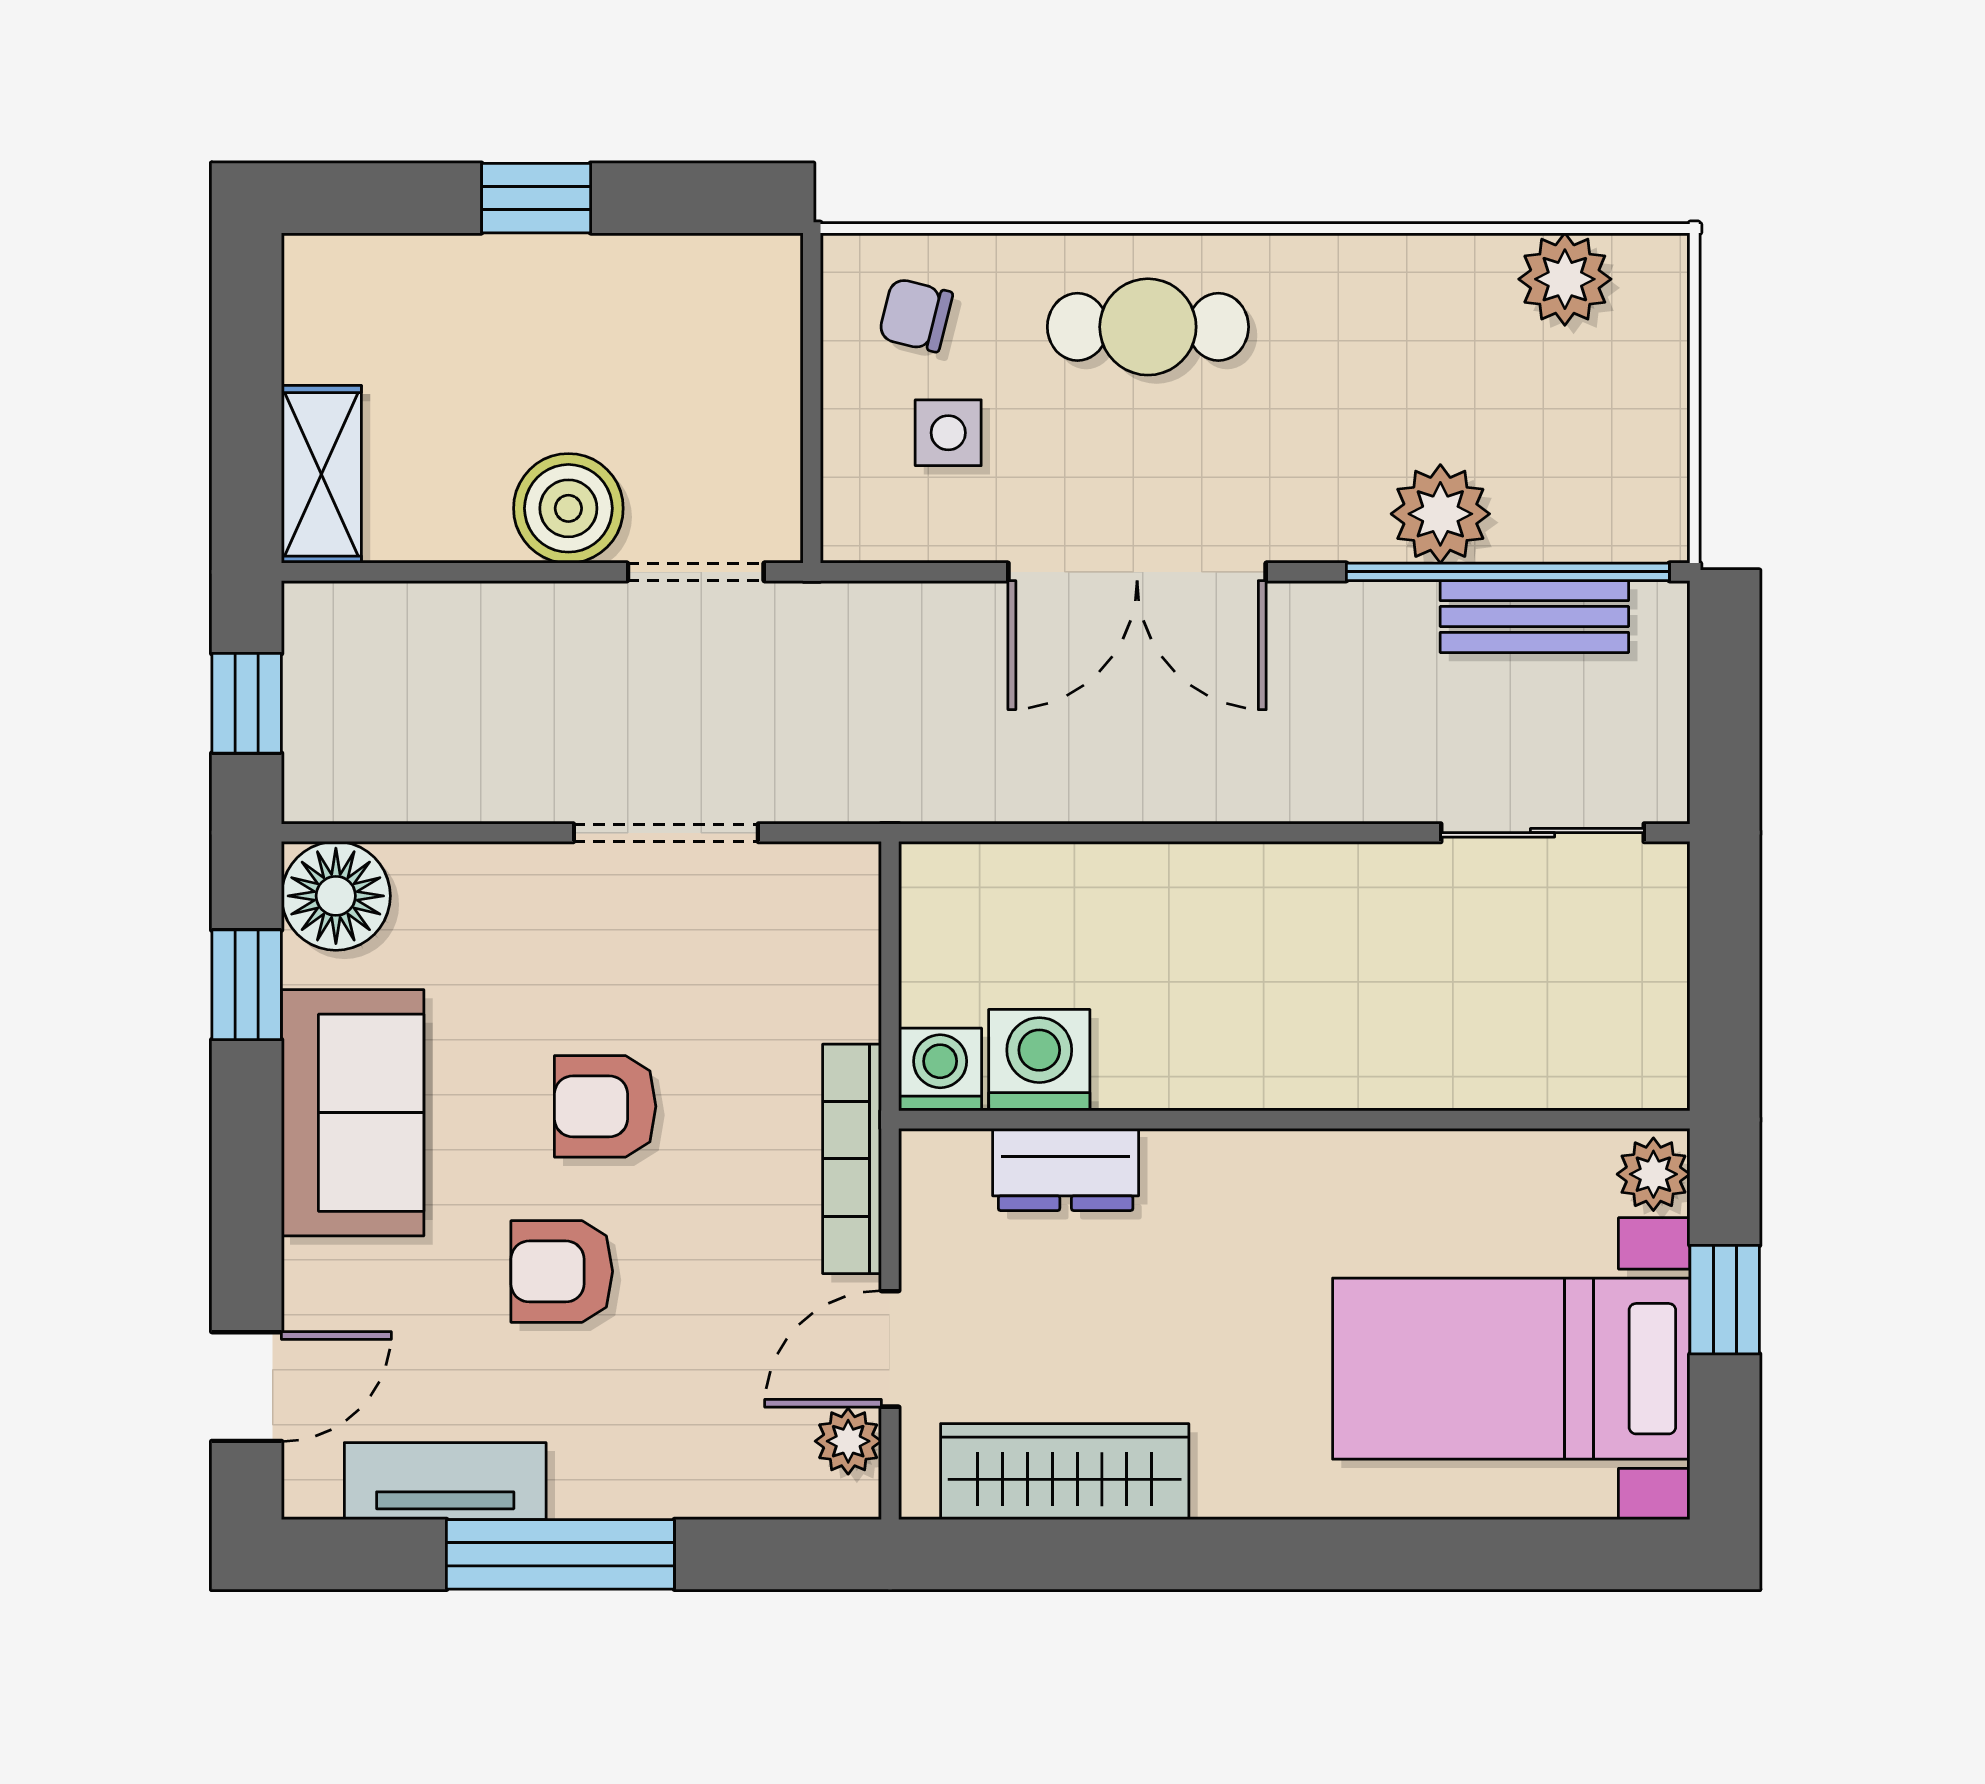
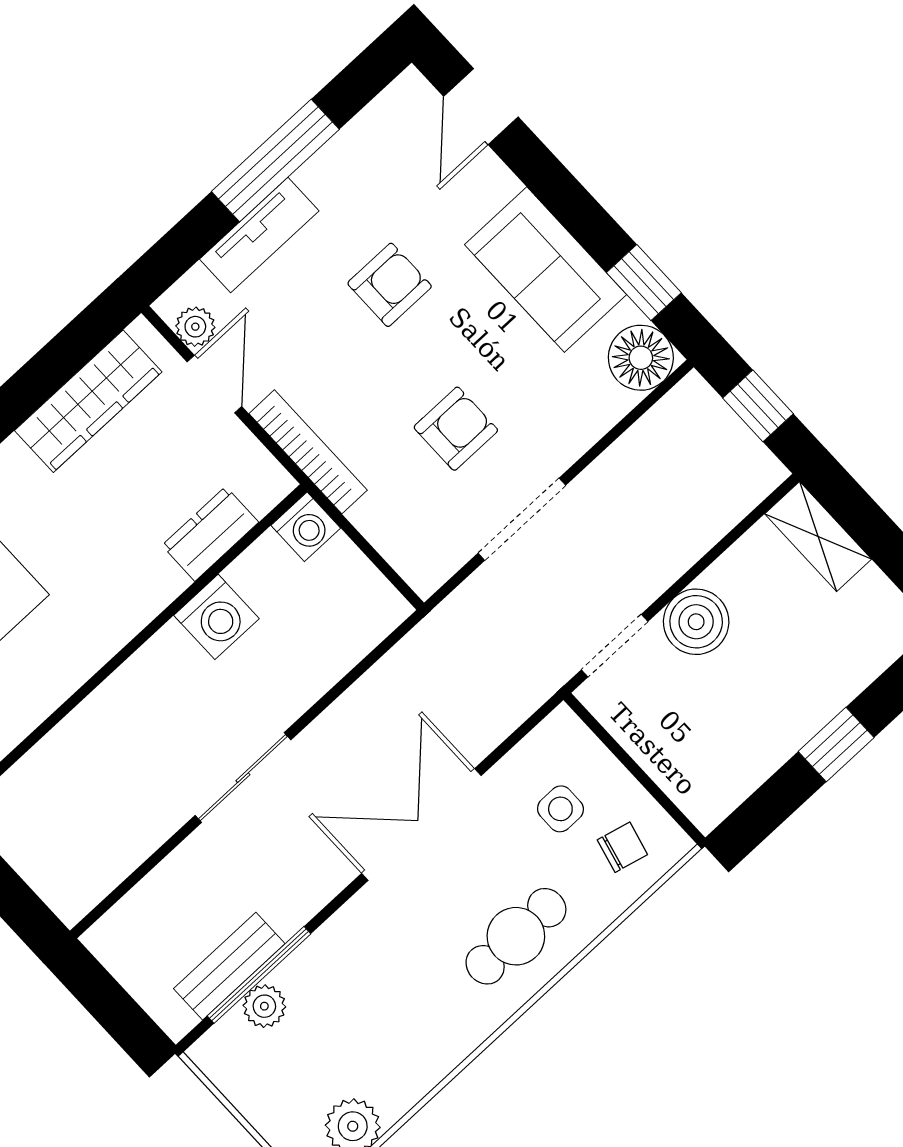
plant: (1440, 514) -> (264, 1006), moved, width x0.73, depth x0.73
window: (1508, 572) -> (259, 975), width x0.68
sliding door: (1542, 833) -> (243, 778), moved
washing machine: (1039, 1060) -> (217, 617), moved
armchair: (605, 1106) -> (456, 429), moved
tv unit: (445, 1481) -> (259, 235), moved

